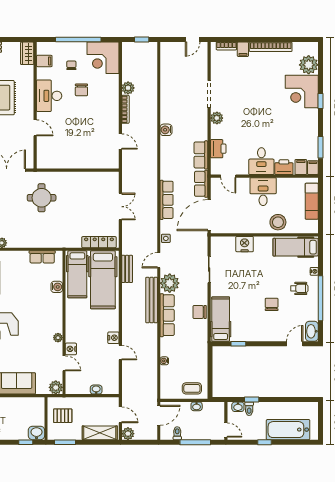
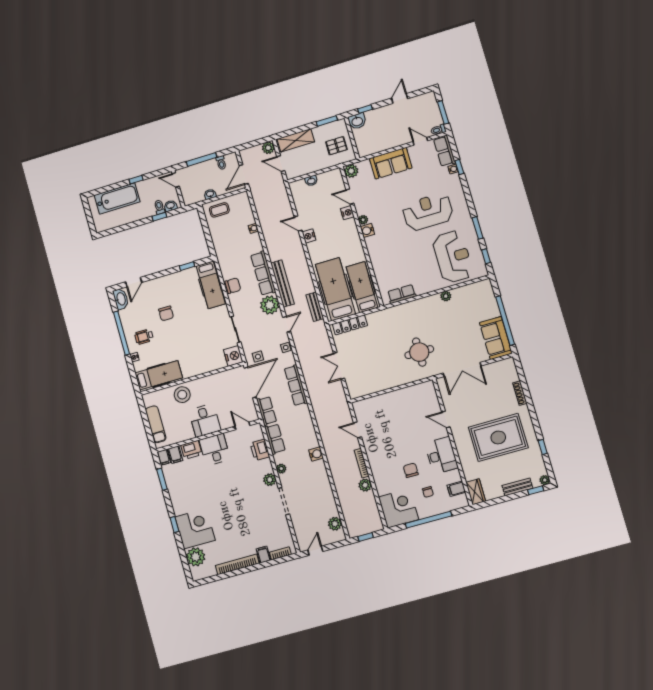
plant: (167, 60) -> (335, 524), added
plant: (203, 125) -> (281, 469), added
side table: (195, 237) -> (258, 357), added
nightstand: (245, 244) -> (233, 356), moved, turned -90
water cooler: (57, 287) -> (367, 230), moved

